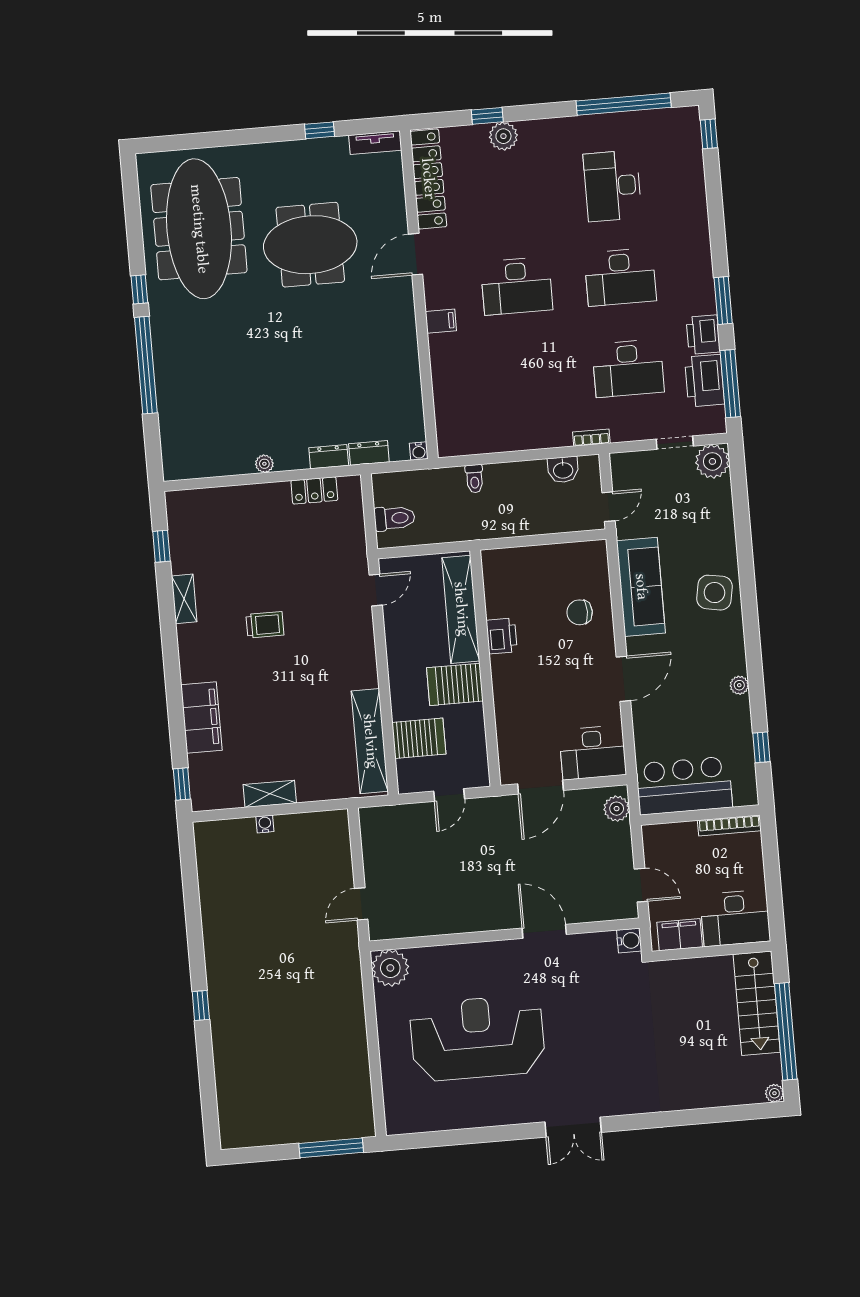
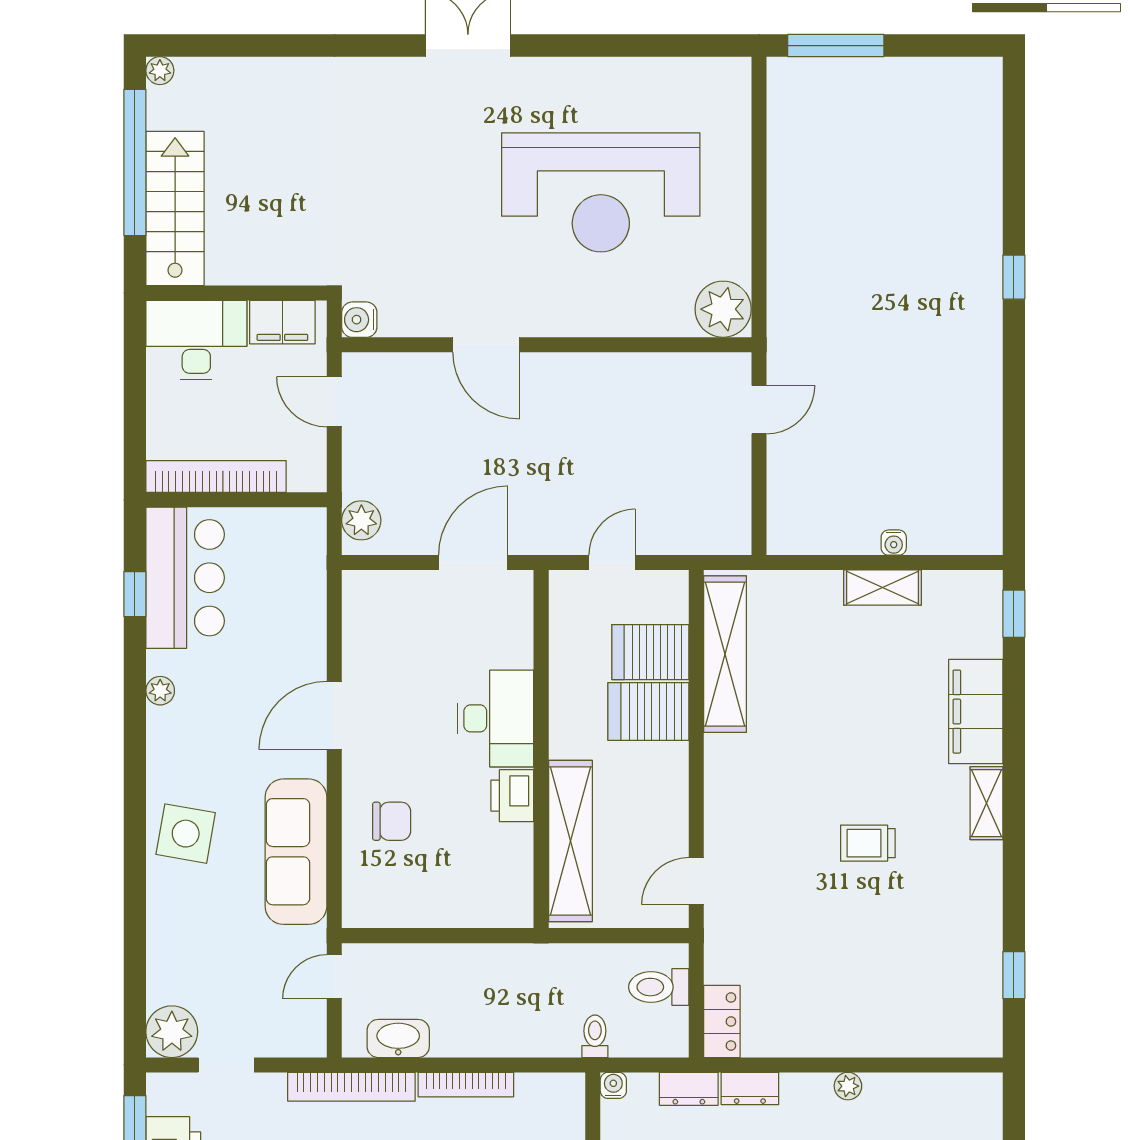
bookcase: (591, 438) -> (351, 1087), width x2.31, depth x1.31
bookcase: (516, 443) -> (466, 1085), added
washbasin: (563, 470) -> (398, 1038), width x1.38
toilet: (474, 479) -> (595, 1036), moved
locker: (314, 490) -> (722, 1021), moved, turned 90
shelving: (184, 599) -> (986, 803), moved
server rack: (455, 684) -> (648, 711), moved, turned 180
desk: (593, 753) -> (496, 718), moved, turned 90
bar counter: (684, 786) -> (185, 578), moved, turned -90
bookcase: (729, 825) -> (216, 477), width x1.48, depth x1.31

